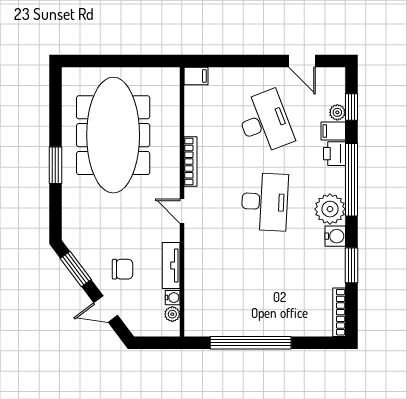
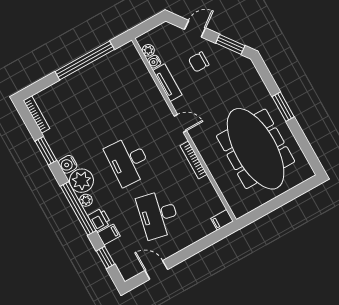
plant: (337, 112) -> (86, 200), moved
desk: (265, 122) -> (158, 215), turned 33

